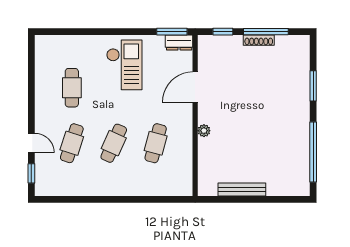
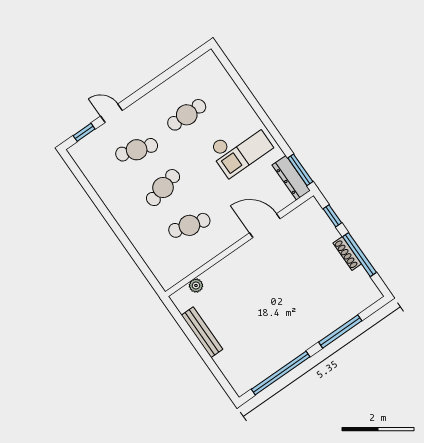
dresser: (179, 43) -> (291, 178), width x1.44
window: (313, 86) -> (340, 331), width x1.44
plant: (204, 131) -> (196, 285), moved
door: (31, 143) -> (111, 113), swing flipped
cafe table: (114, 143) -> (163, 188), turned -39

